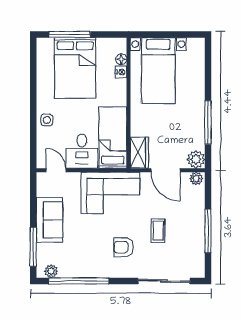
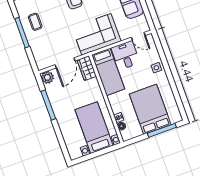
door: (165, 170) -> (65, 63), swing flipped
plant: (196, 179) -> (43, 65), removed
coffee table: (158, 231) -> (35, 22), moved

